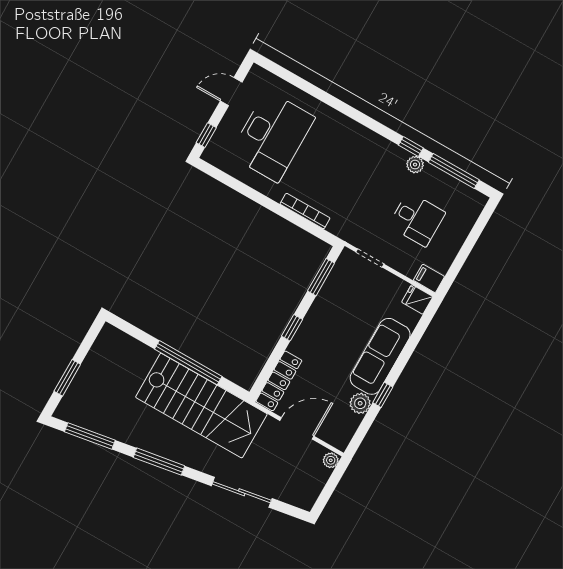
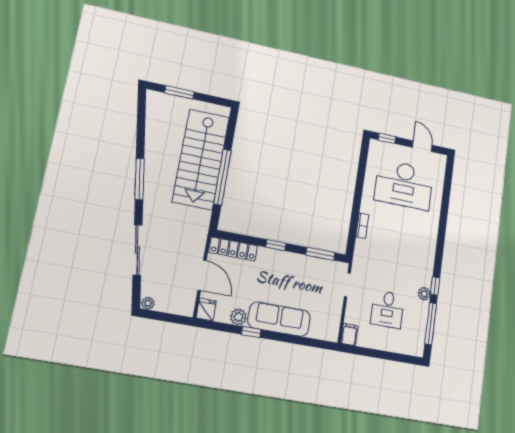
bookcase: (305, 211) -> (362, 226), width x0.64
fridge: (417, 299) -> (206, 310), moved
stairs: (201, 406) -> (201, 159), moved
window: (90, 436) -> (141, 122), removed
plant: (331, 460) -> (148, 303), moved

